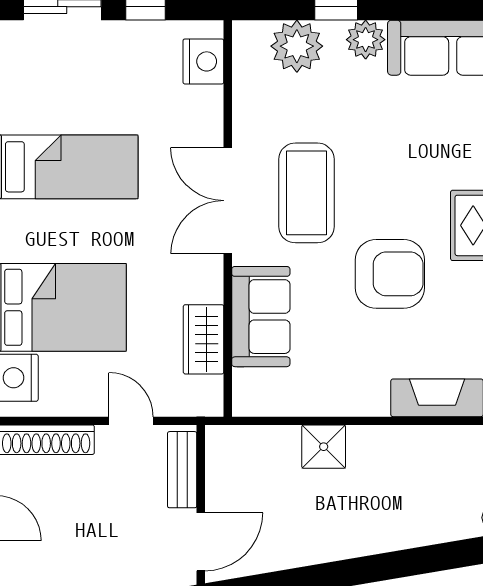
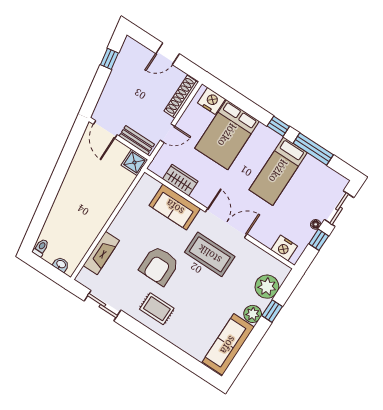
floor lamp: (120, 31) -> (316, 224), added
shower: (324, 447) -> (134, 162), moved

